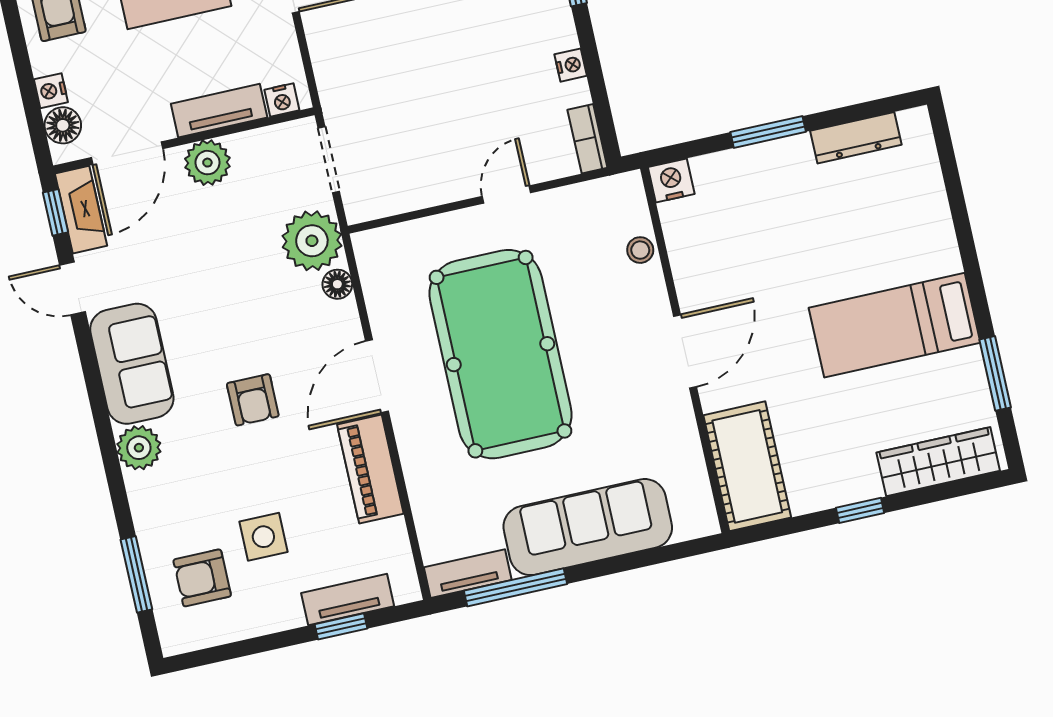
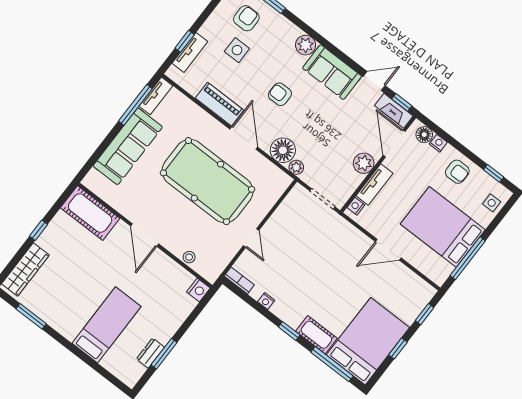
window: (768, 132) -> (164, 354), moved
dresser: (856, 138) -> (150, 353), width x0.70
plant: (312, 241) -> (296, 167), width x0.53, depth x0.53
floor lamp: (337, 284) -> (283, 150), width x1.89, depth x1.89
bed: (894, 325) -> (107, 325), moved

